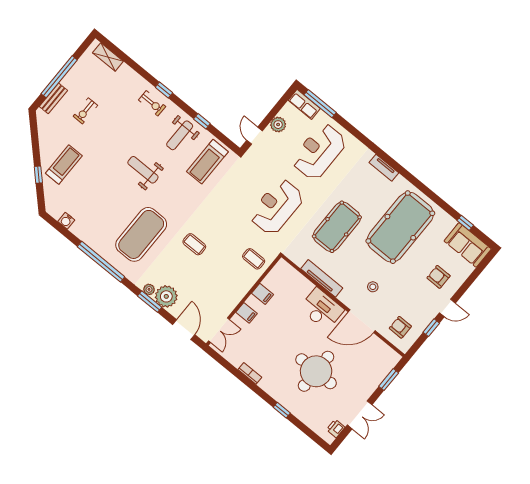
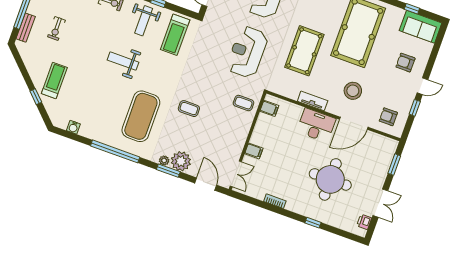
tv unit: (322, 278) -> (313, 101), width x0.71
stool: (373, 287) -> (353, 91), width x1.89, depth x1.89
filing cabinet: (262, 294) -> (269, 108), moved

